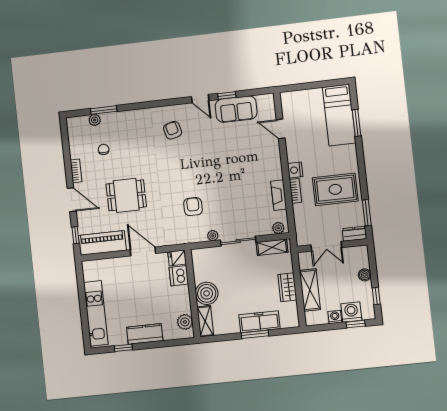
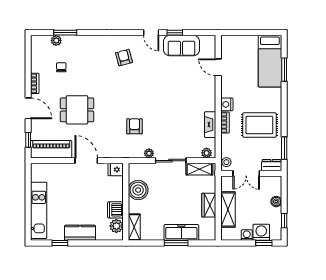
stool: (302, 236) -> (226, 162), added
dishwasher: (179, 276) -> (115, 210), moved
boiler: (207, 293) -> (138, 190), moved

